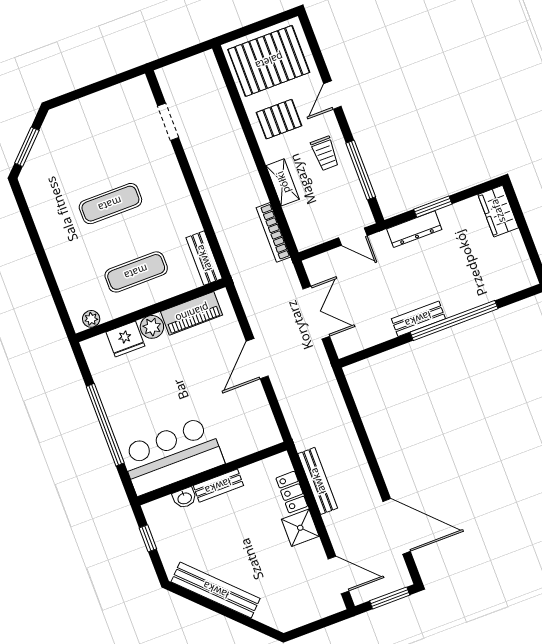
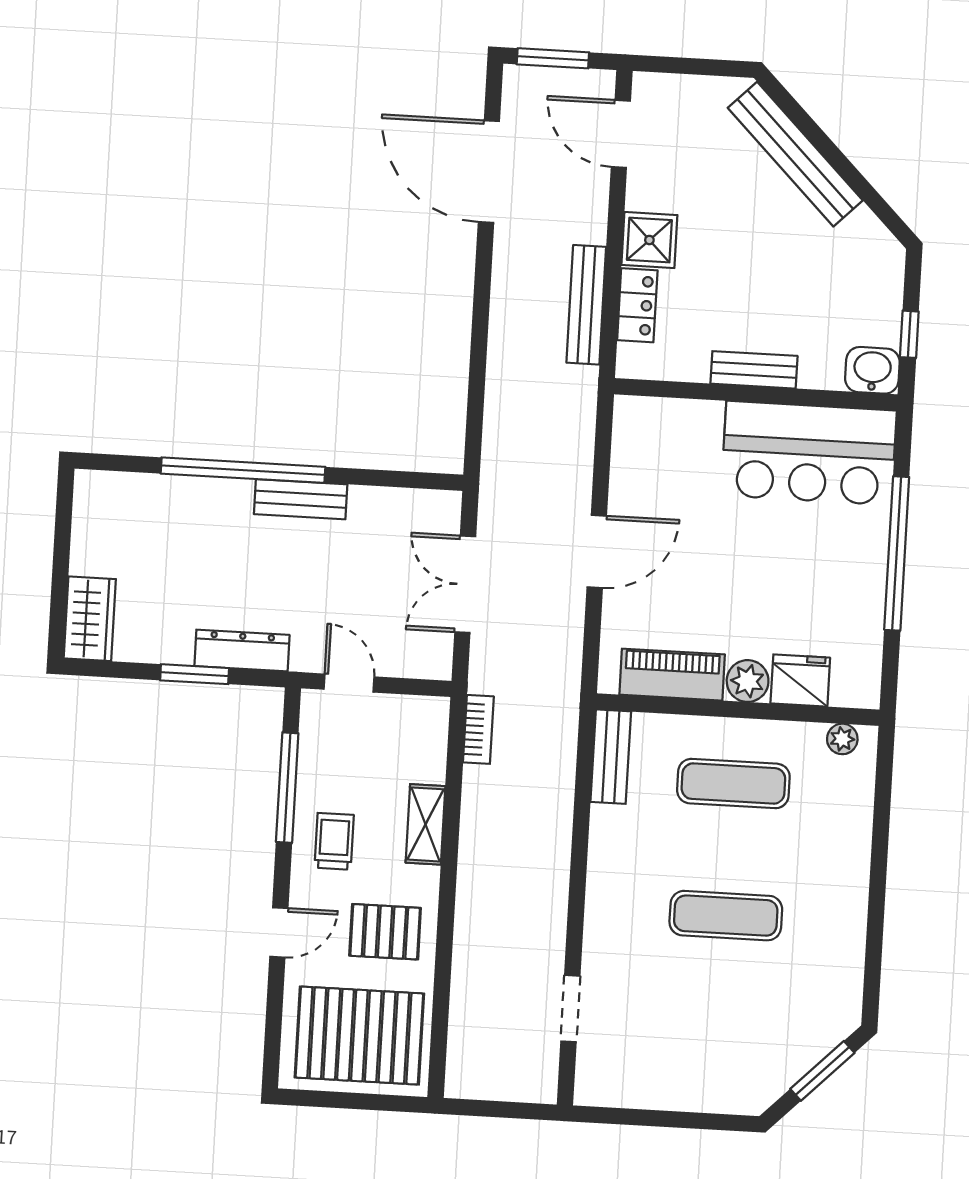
bookcase: (273, 232) -> (478, 729), width x0.64
washbasin: (184, 498) -> (872, 370), moved, width x1.38, depth x1.45
bench: (216, 590) -> (795, 154), moved

